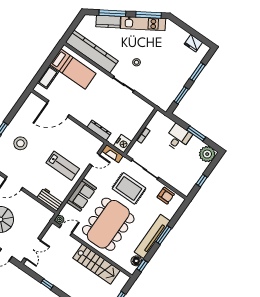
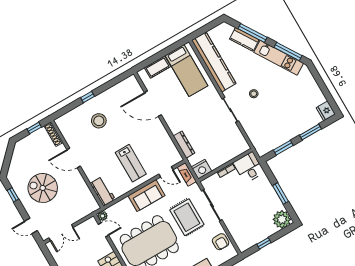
fridge: (193, 43) -> (326, 111), moved
desk: (178, 138) -> (249, 167), moved, turned -90
sofa: (82, 195) -> (146, 196), moved

